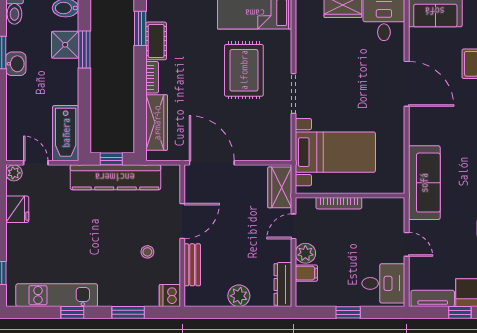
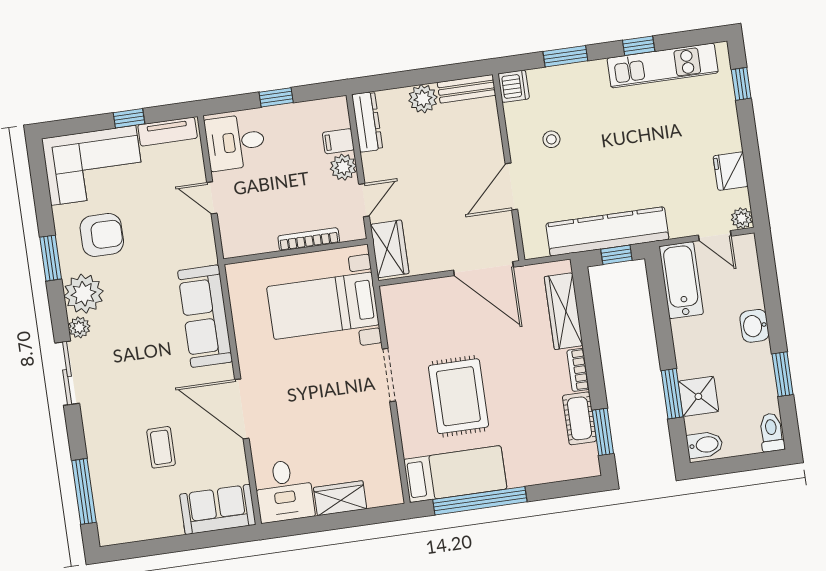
washbasin: (16, 64) -> (754, 326), moved
sofa: (424, 183) -> (205, 316), moved
bench: (192, 265) -> (467, 89), moved, turned 90

